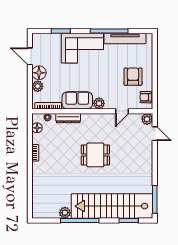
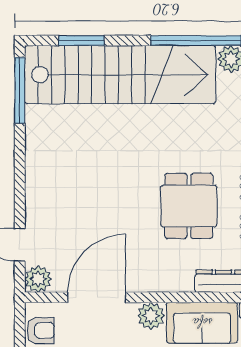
door: (122, 111) -> (97, 297), width x1.87
dining table: (95, 155) -> (189, 206), moved, turned 90

